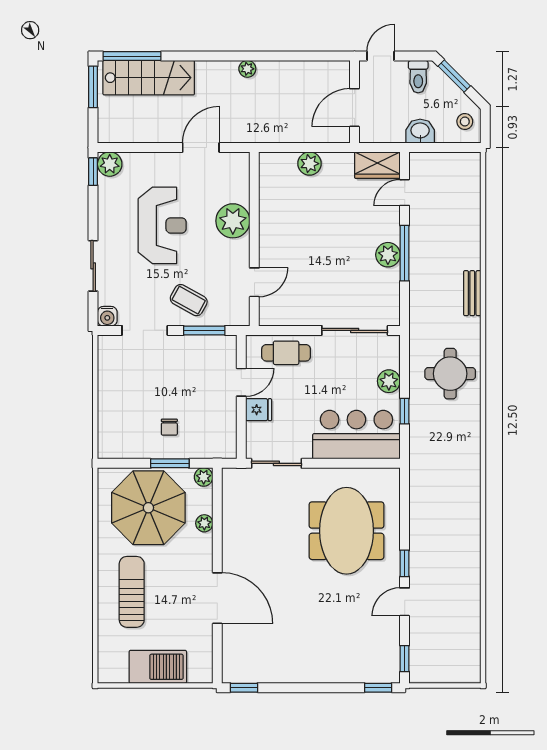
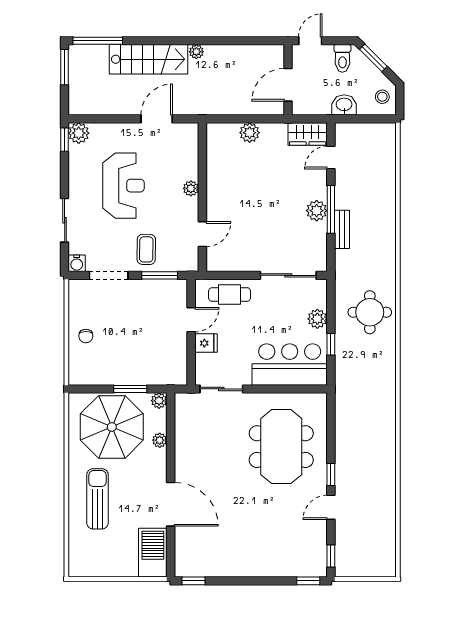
stairs: (149, 78) -> (149, 59), moved
plant: (233, 221) -> (191, 188), width x0.53, depth x0.53
bench: (472, 293) -> (342, 229), moved
coffee table: (189, 300) -> (146, 249), turned 62
chair: (169, 427) -> (86, 336), moved
barbecue: (158, 667) -> (153, 553), moved, turned -90

